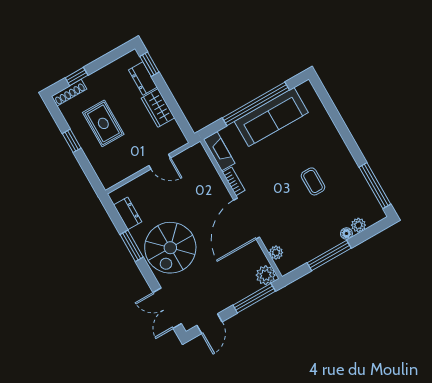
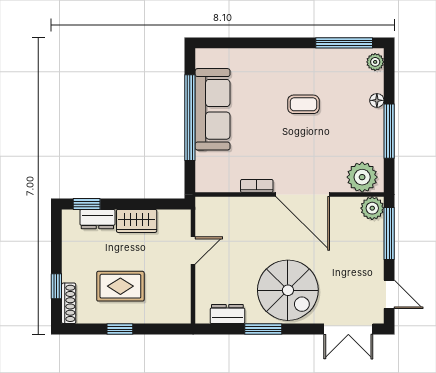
fireplace: (219, 151) -> (217, 183), removed
plant: (358, 225) -> (375, 62), moved
plant: (276, 253) -> (362, 177), width x1.87, depth x1.87

